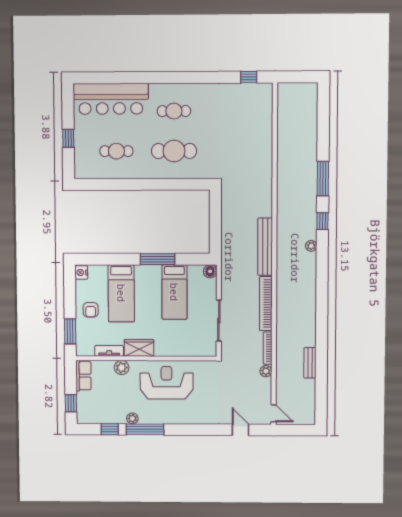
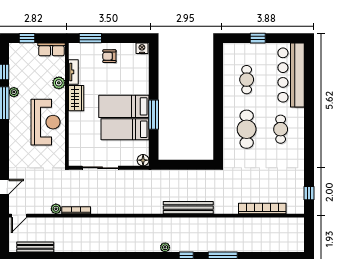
bench: (265, 247) -> (188, 208), moved
bed: (121, 293) -> (124, 106), moved
bookcase: (266, 304) -> (262, 208), moved
bench: (310, 363) -> (35, 247), moved, width x1.36

